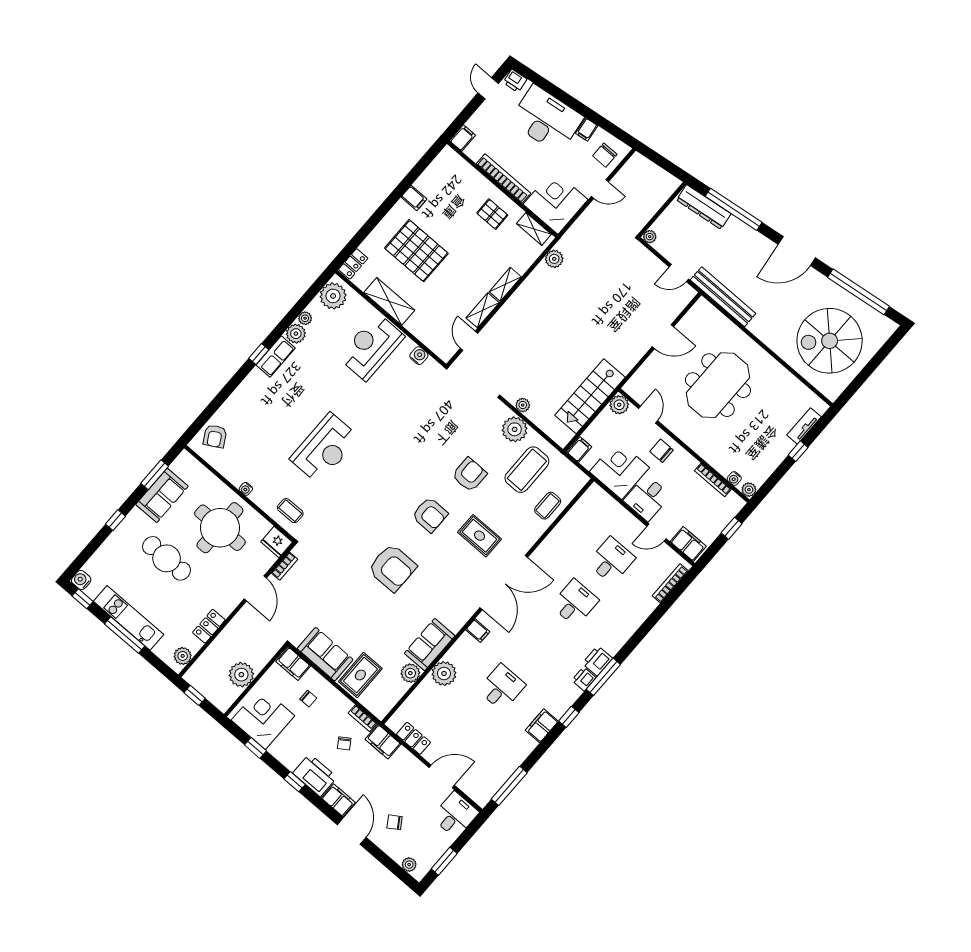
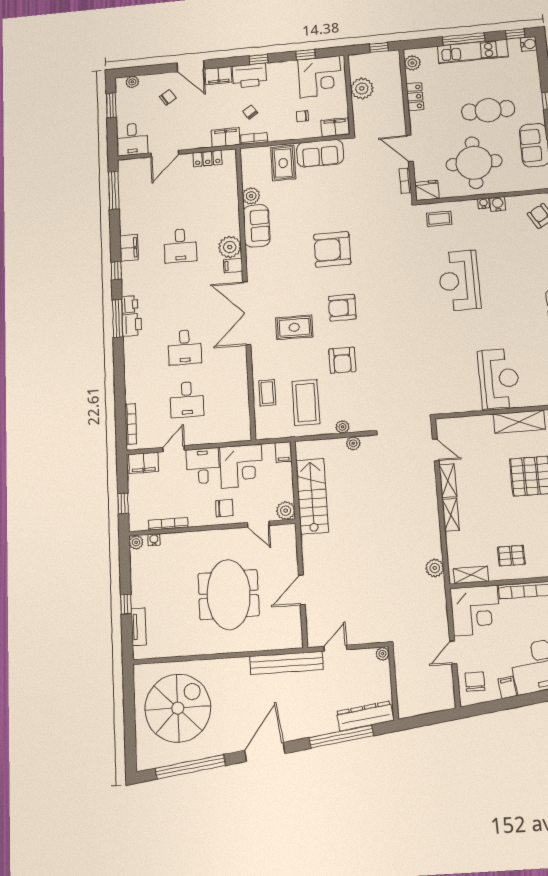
water cooler: (419, 356) -> (498, 204), moved, turned 180
plant: (515, 429) -> (342, 427), width x0.53, depth x0.53
plant: (444, 673) -> (230, 247), moved

